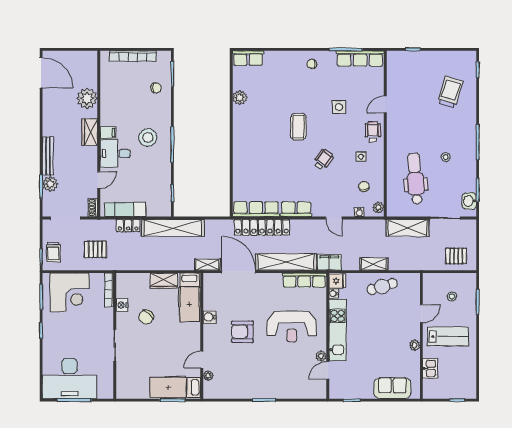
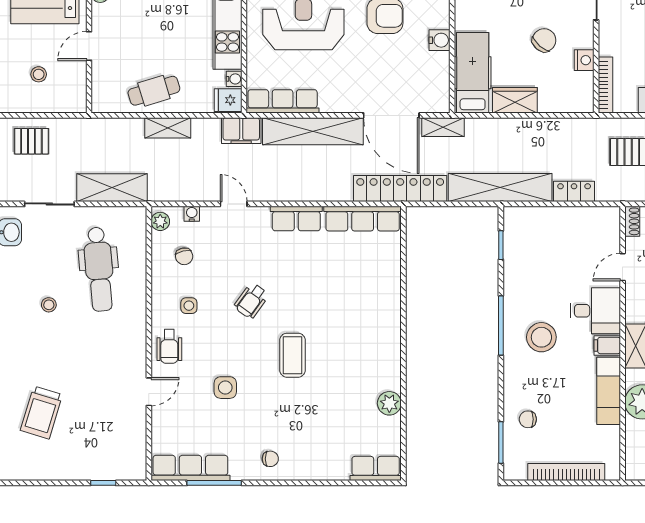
exam couch: (125, 210) -> (609, 391), moved, turned 90
locker: (262, 227) -> (400, 189), moved

